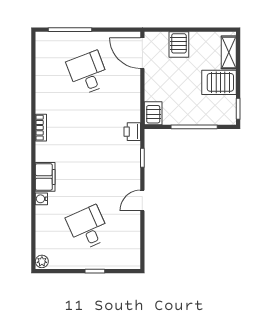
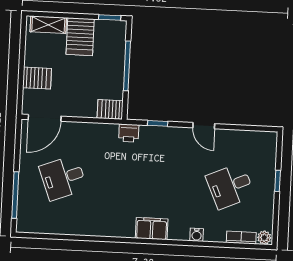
bookcase: (41, 128) -> (241, 238), moved
filing cabinet: (45, 177) -> (152, 229), moved

